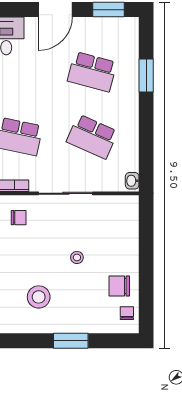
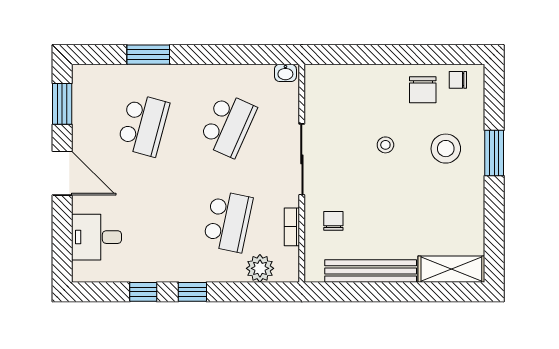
stool: (39, 297) -> (446, 149), moved

